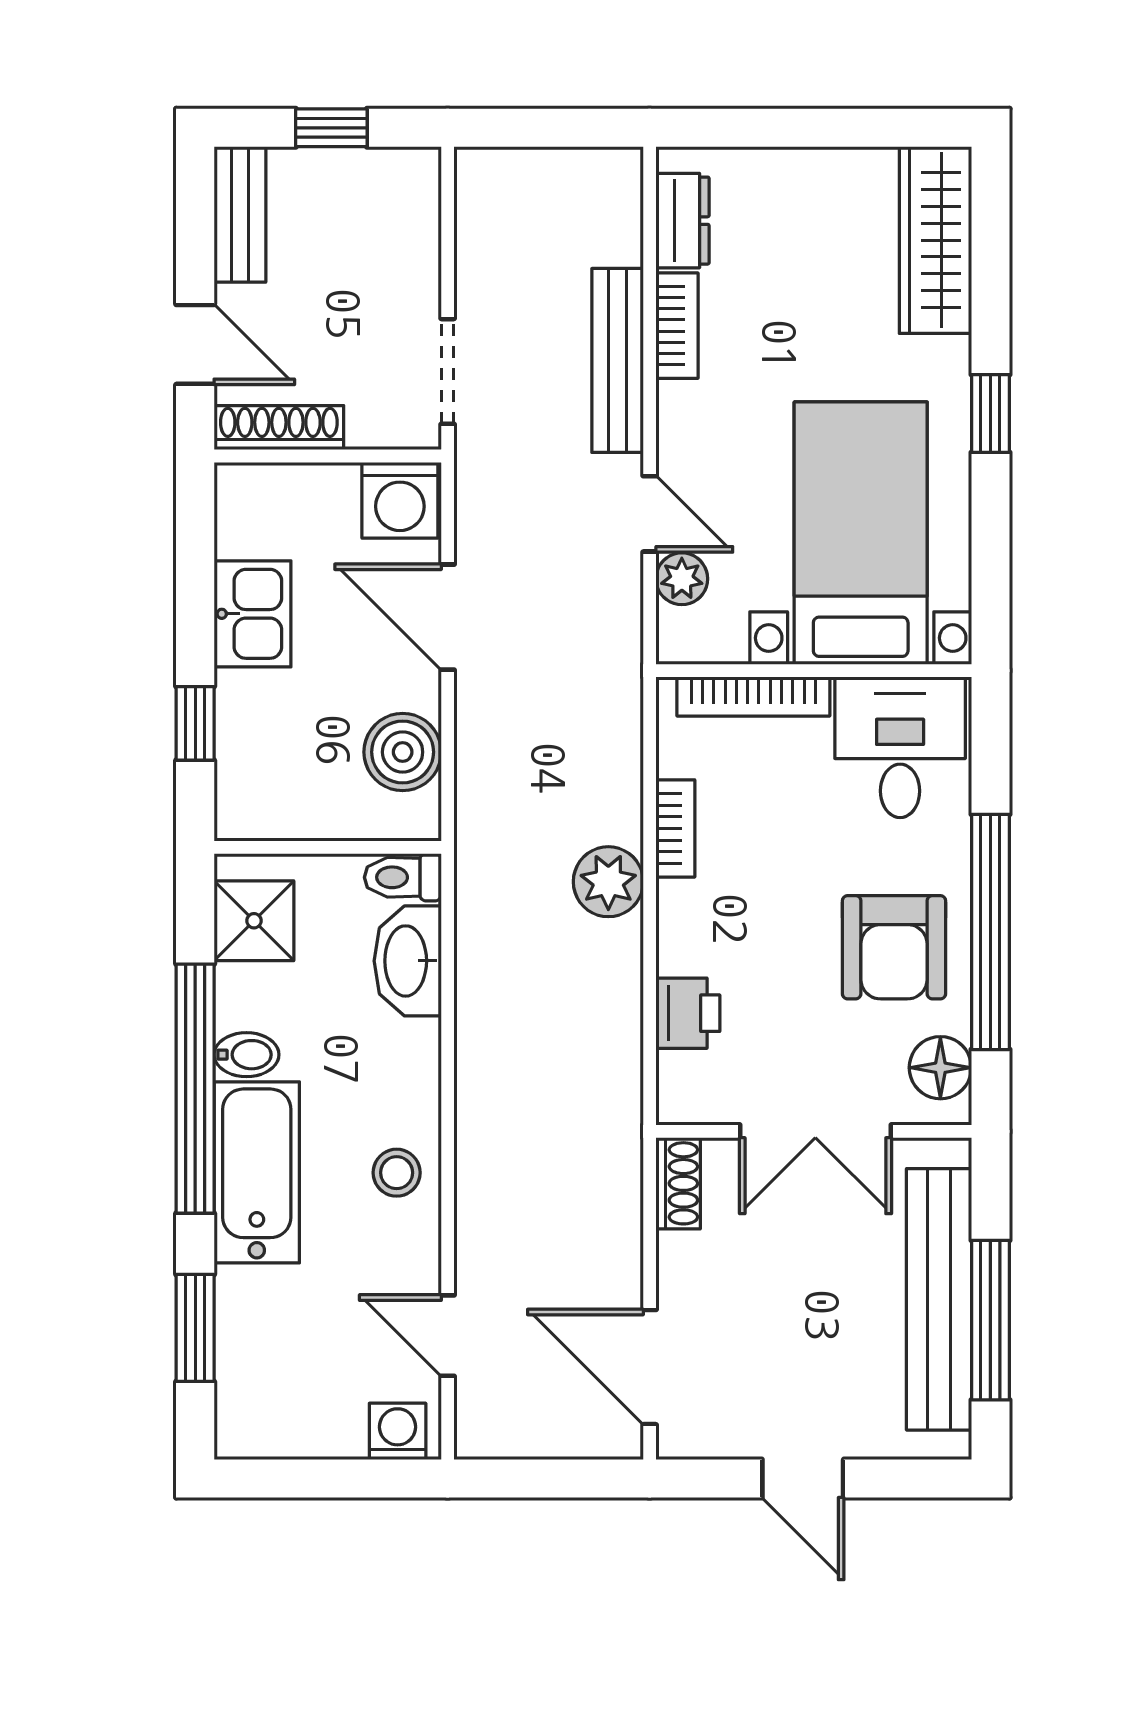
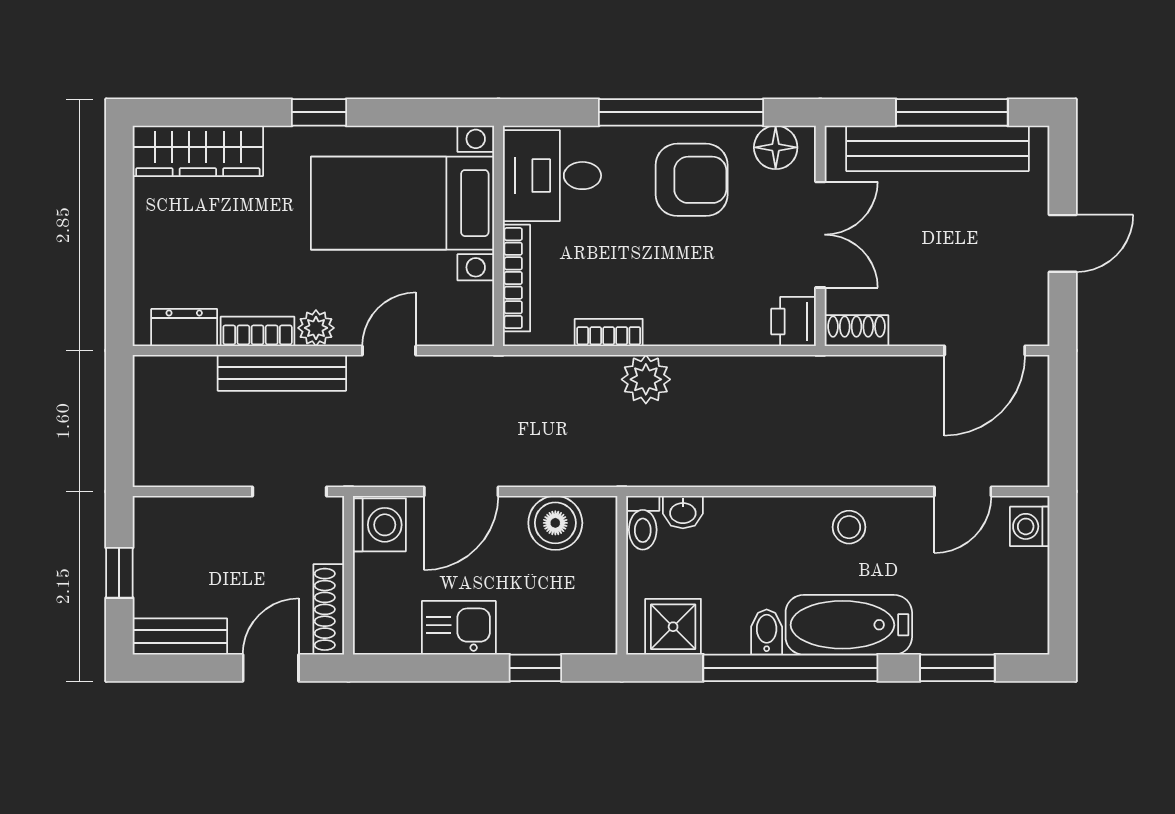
plant: (682, 579) -> (316, 328), moved
washbasin: (408, 961) -> (683, 512), width x0.52, depth x0.69
printer: (688, 1013) -> (793, 322), moved, turned -90

